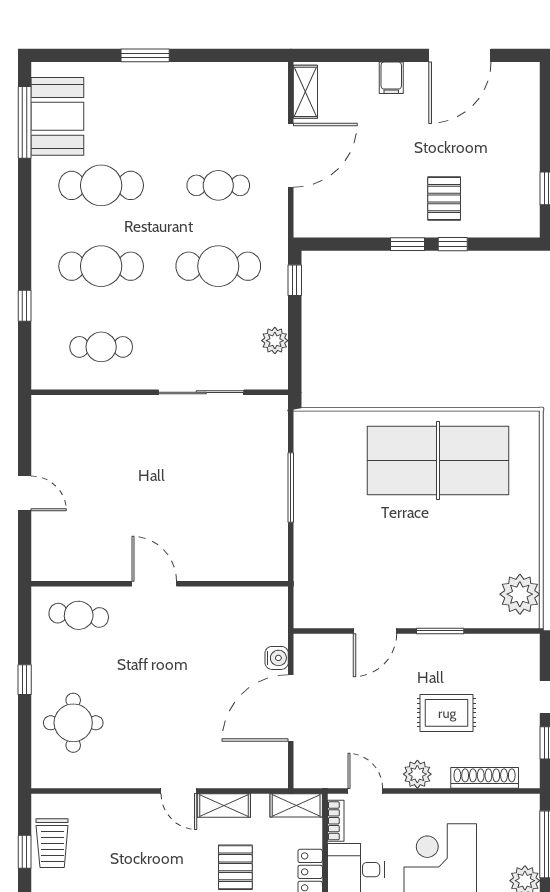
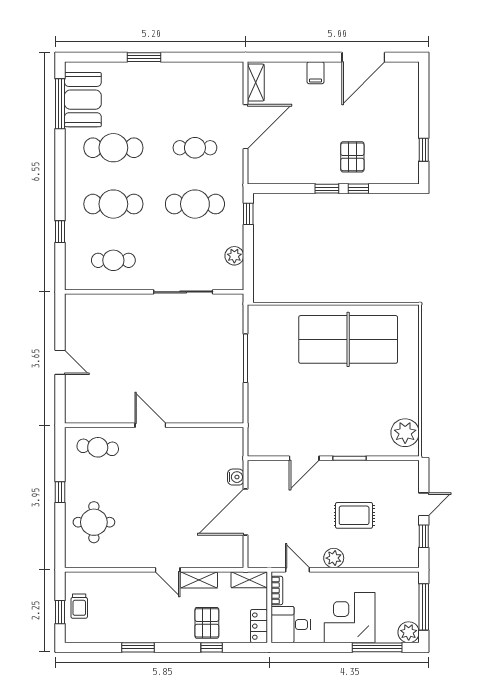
shoe rack: (485, 778) -> (381, 561), removed
trolley: (52, 843) -> (79, 606), width x0.73, depth x0.72

